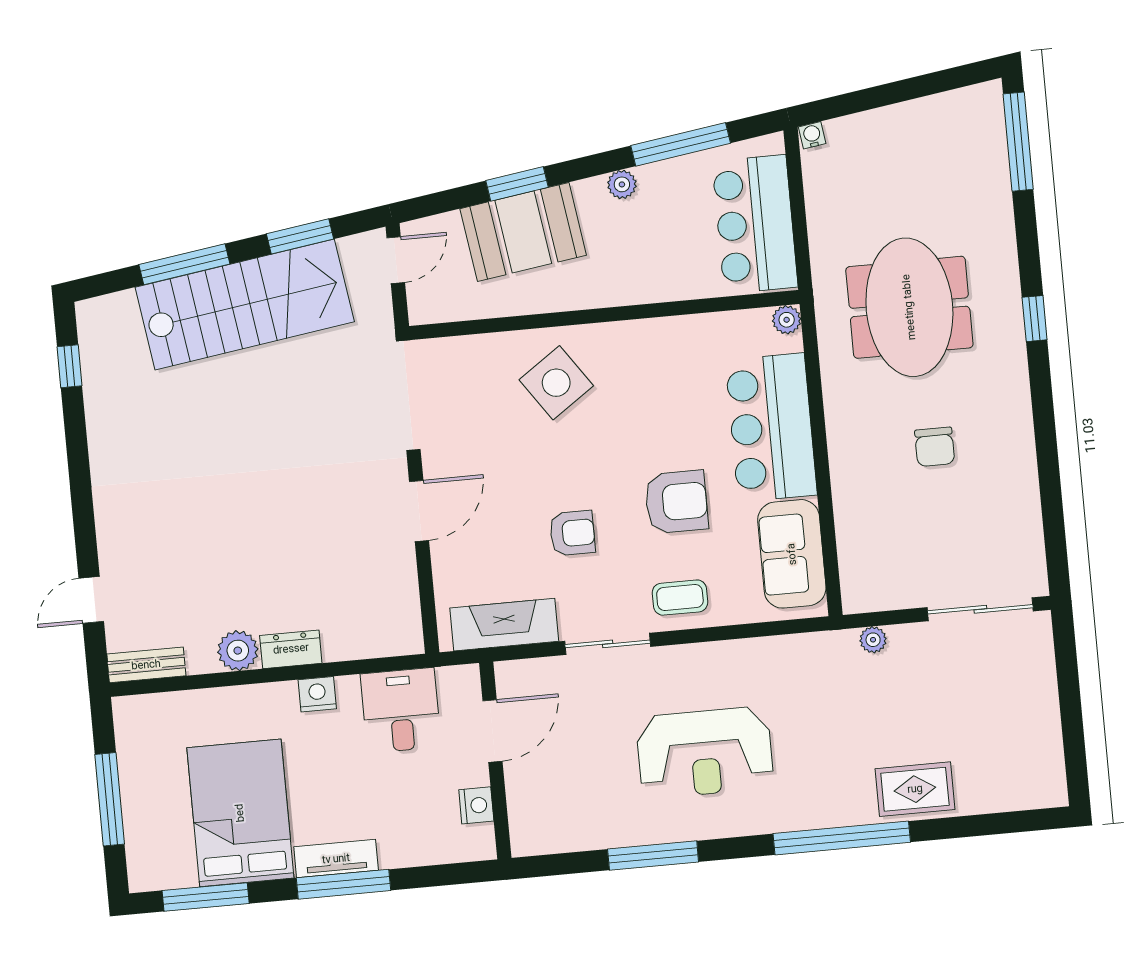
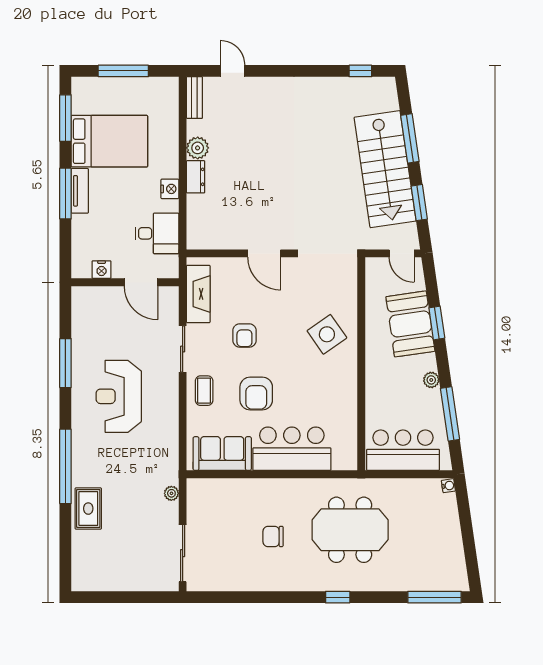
plant: (787, 320) -> (349, 463), removed

